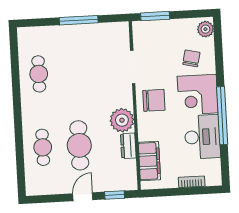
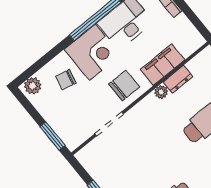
chair: (154, 100) -> (124, 86), turned 90
plant: (122, 120) -> (161, 92), width x0.53, depth x0.53
filing cabinet: (149, 161) -> (163, 65), moved

